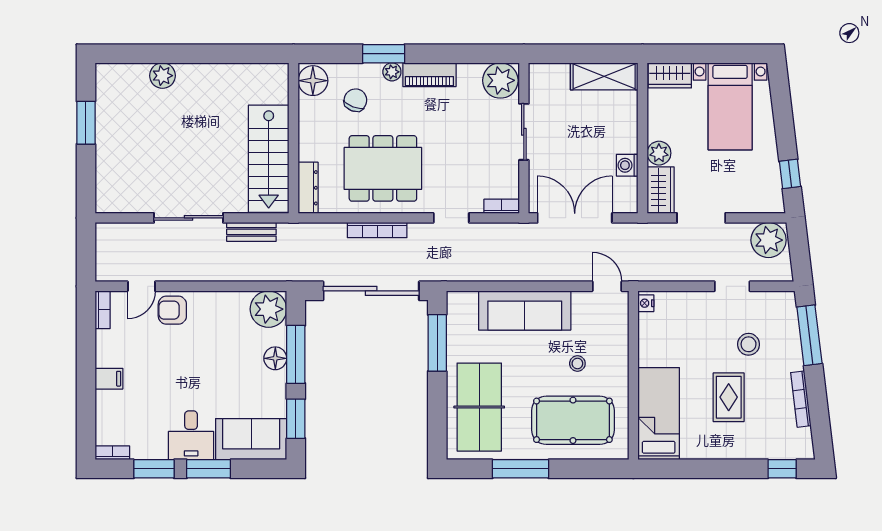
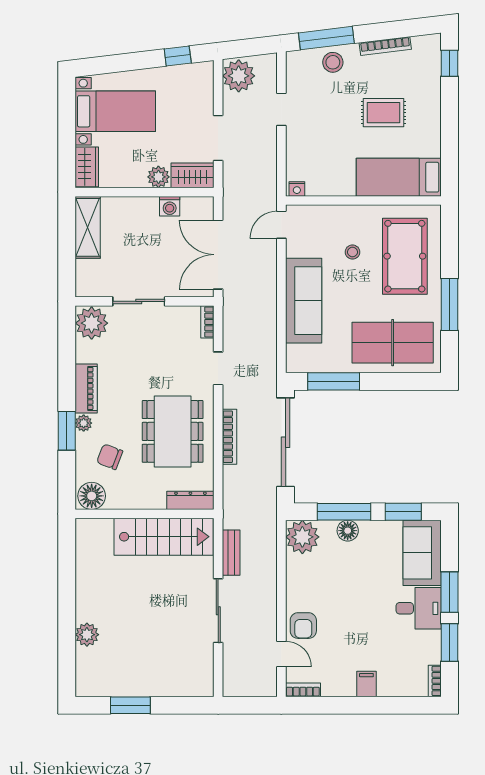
stool: (749, 344) -> (333, 62), moved

